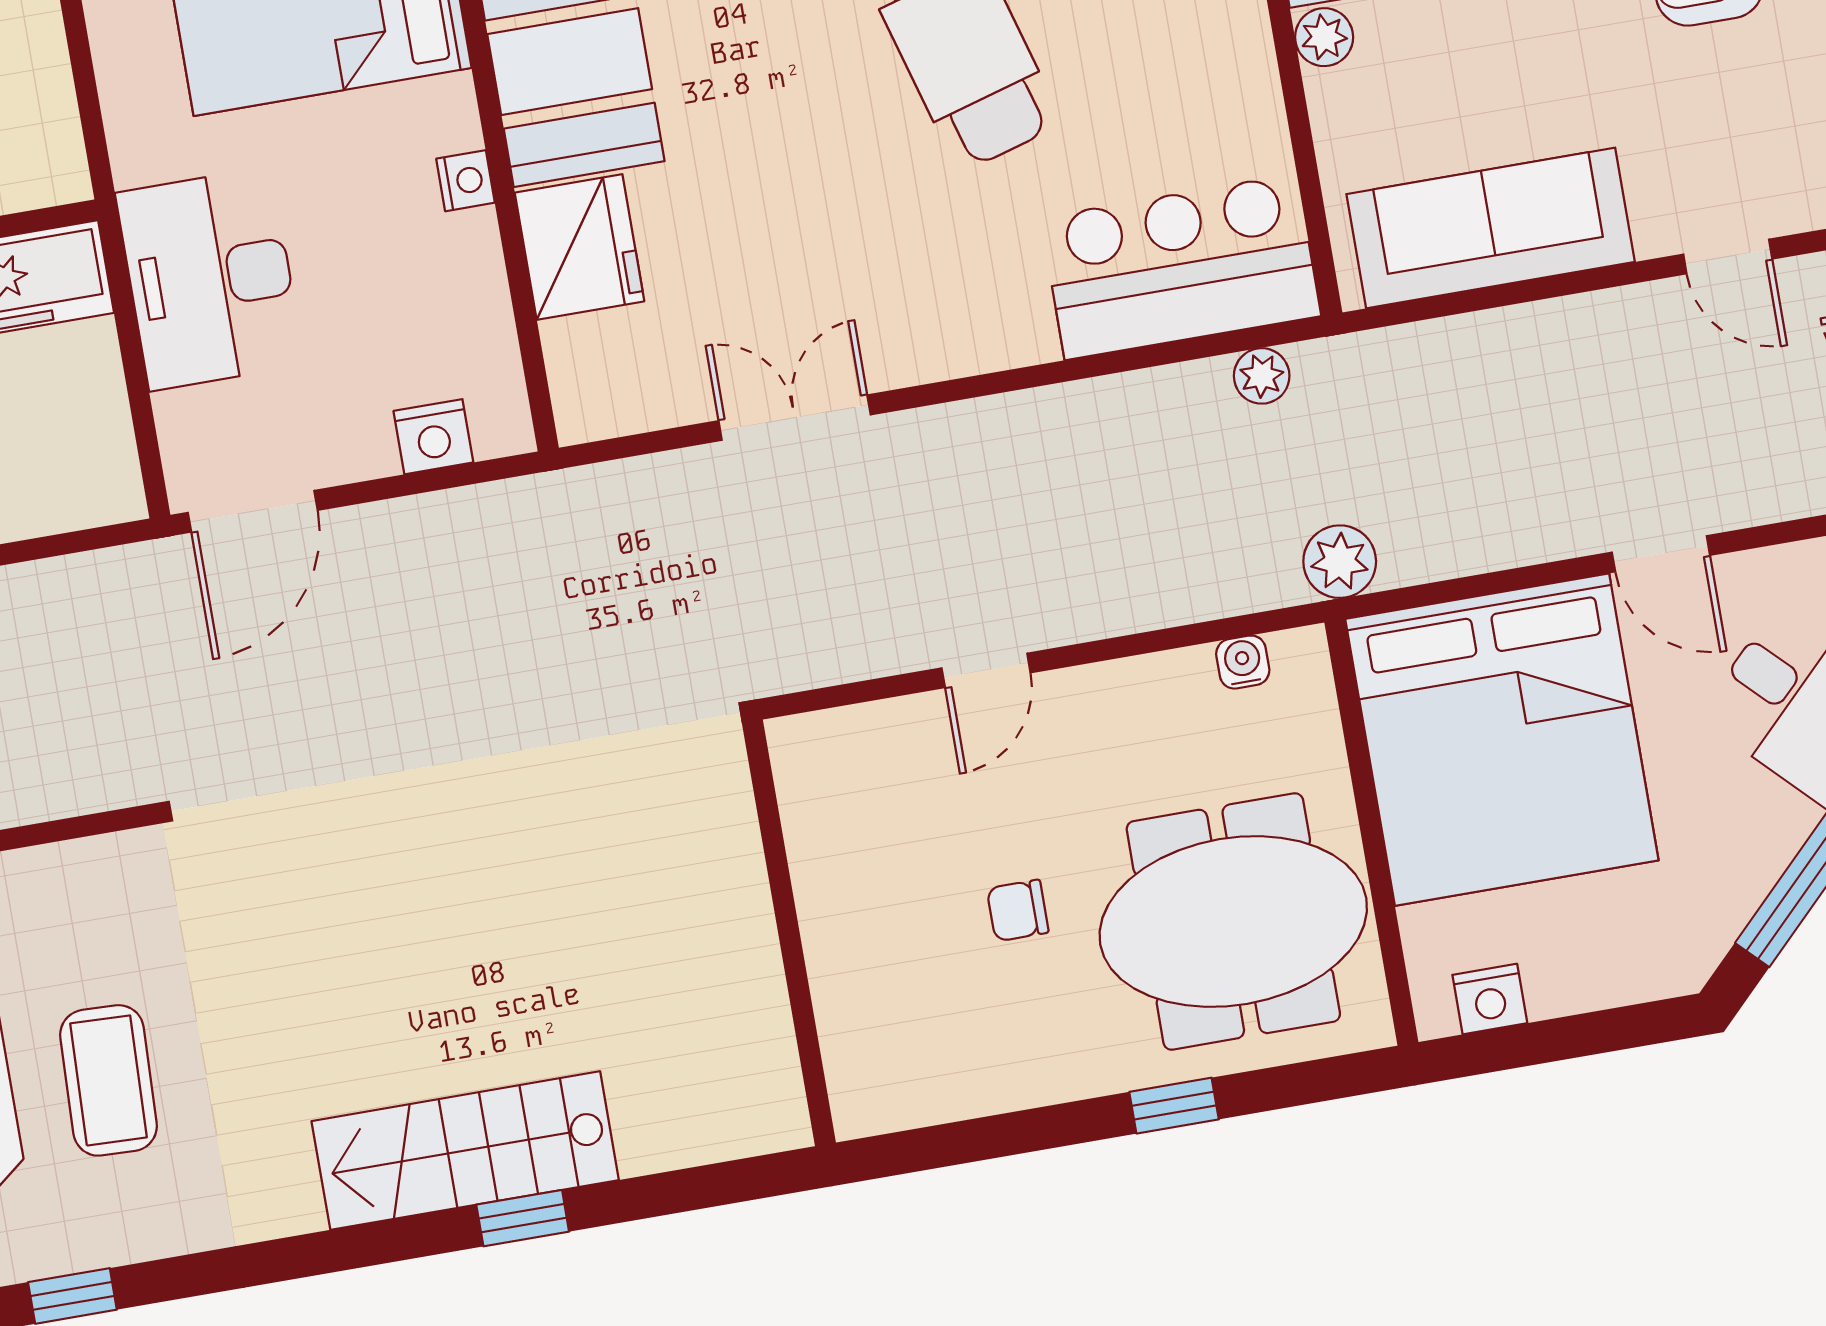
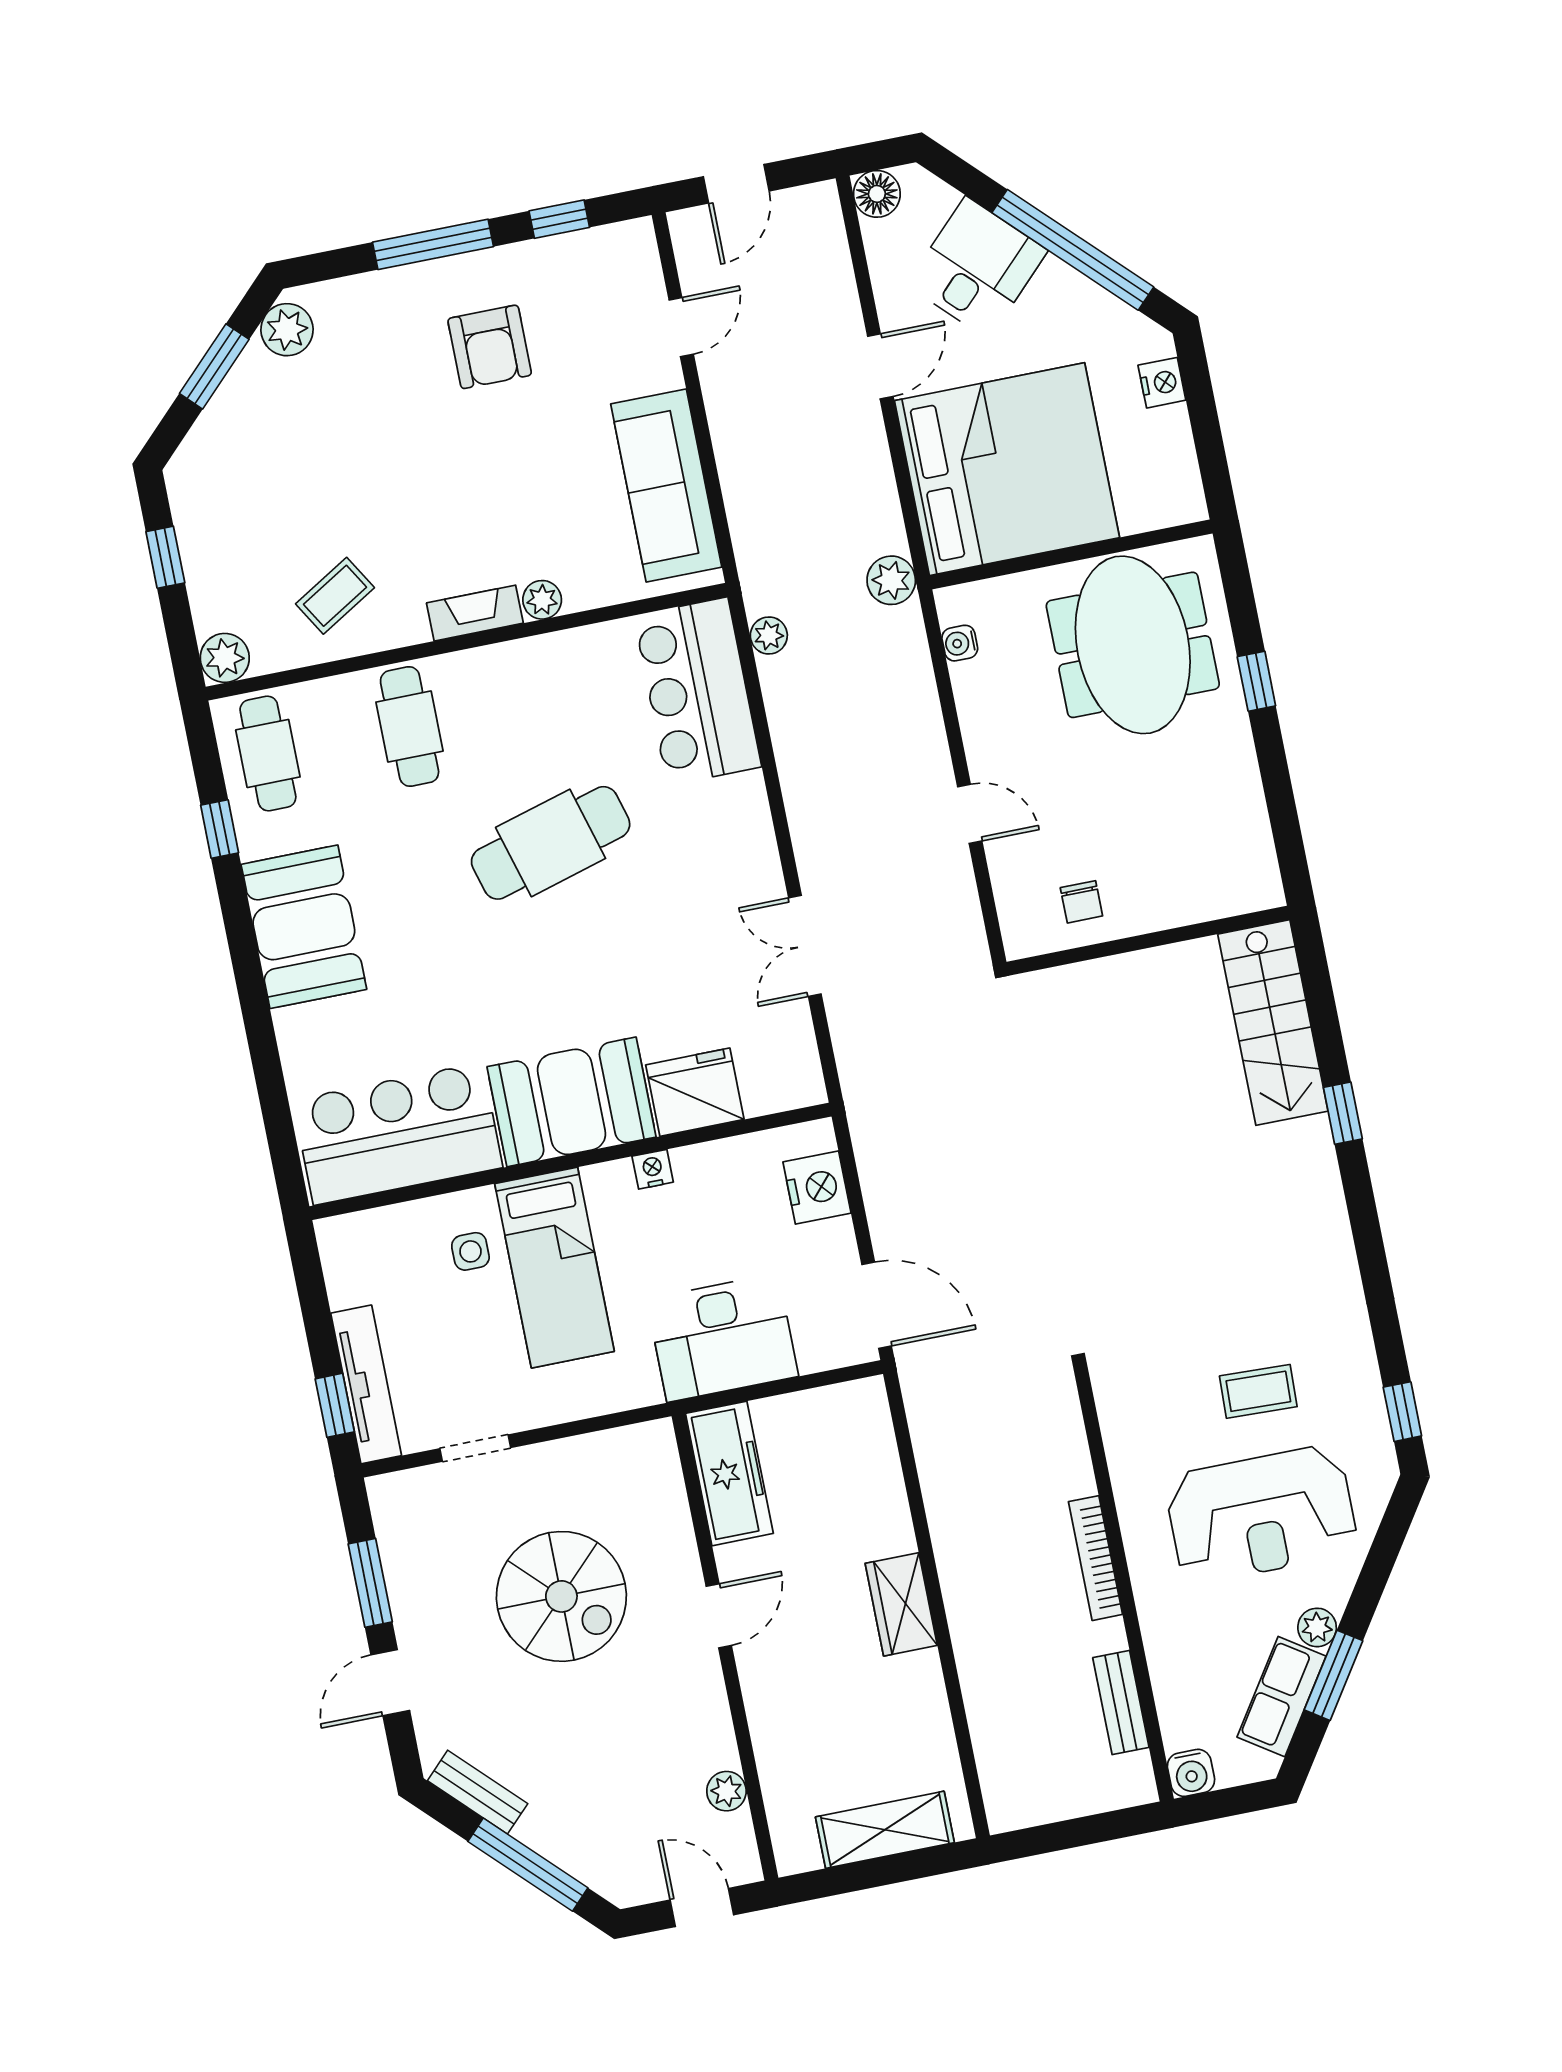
nightstand: (433, 437) -> (817, 1187), width x1.36, depth x1.33
chair: (1018, 910) -> (1081, 902), moved
nightstand: (1490, 999) -> (1162, 383), moved
coffee table: (109, 1080) -> (1258, 1391), width x0.73, depth x0.77
stairs: (465, 1151) -> (1273, 1023), moved

